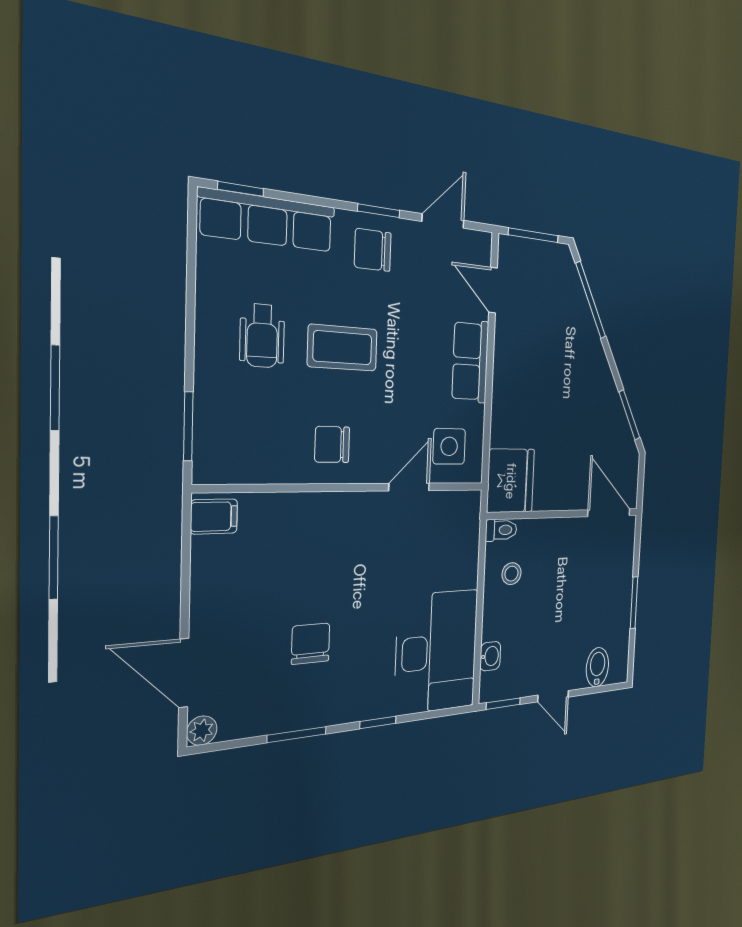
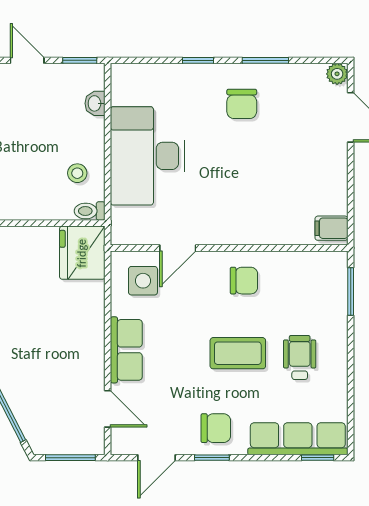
chair: (311, 644) -> (242, 104), moved
desk: (436, 652) -> (147, 156), moved

